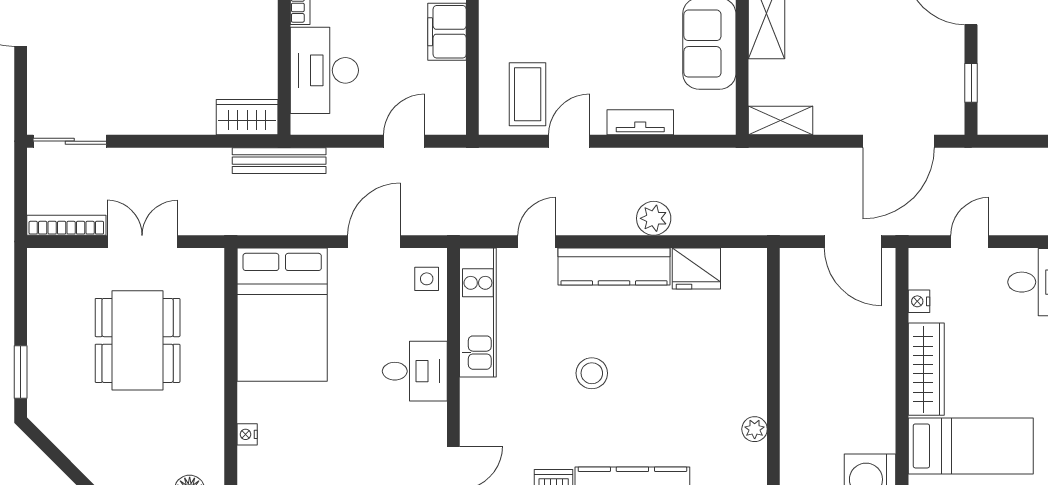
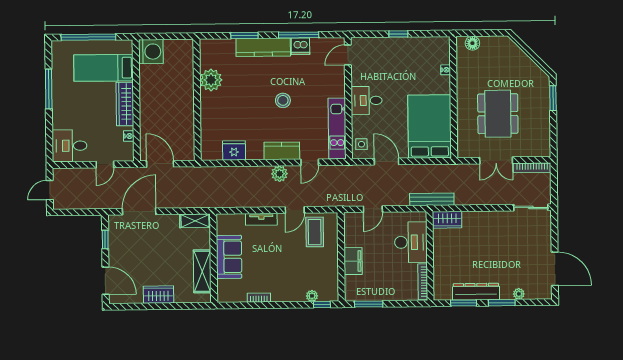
plant: (654, 218) -> (279, 174), moved
door: (374, 242) -> (387, 162), swing flipped
kitchen counter: (614, 267) -> (282, 151), width x0.67
plant: (755, 429) -> (211, 80), width x1.88, depth x1.88

